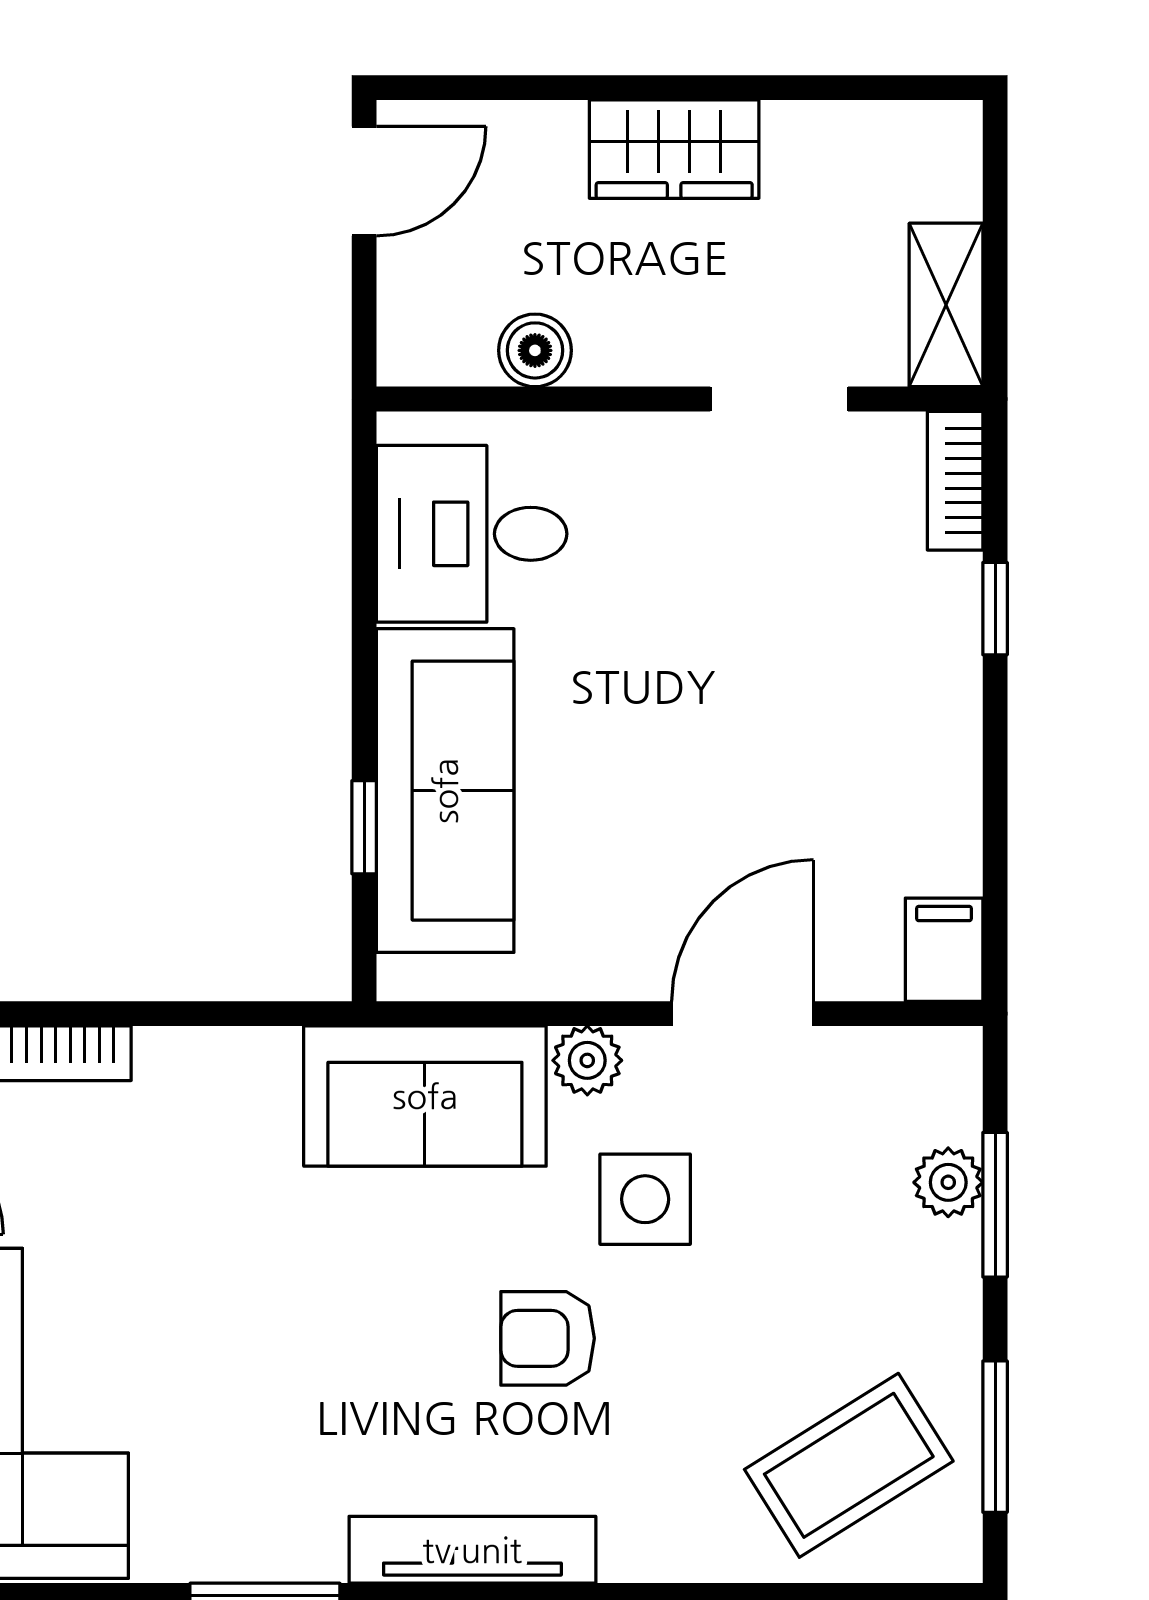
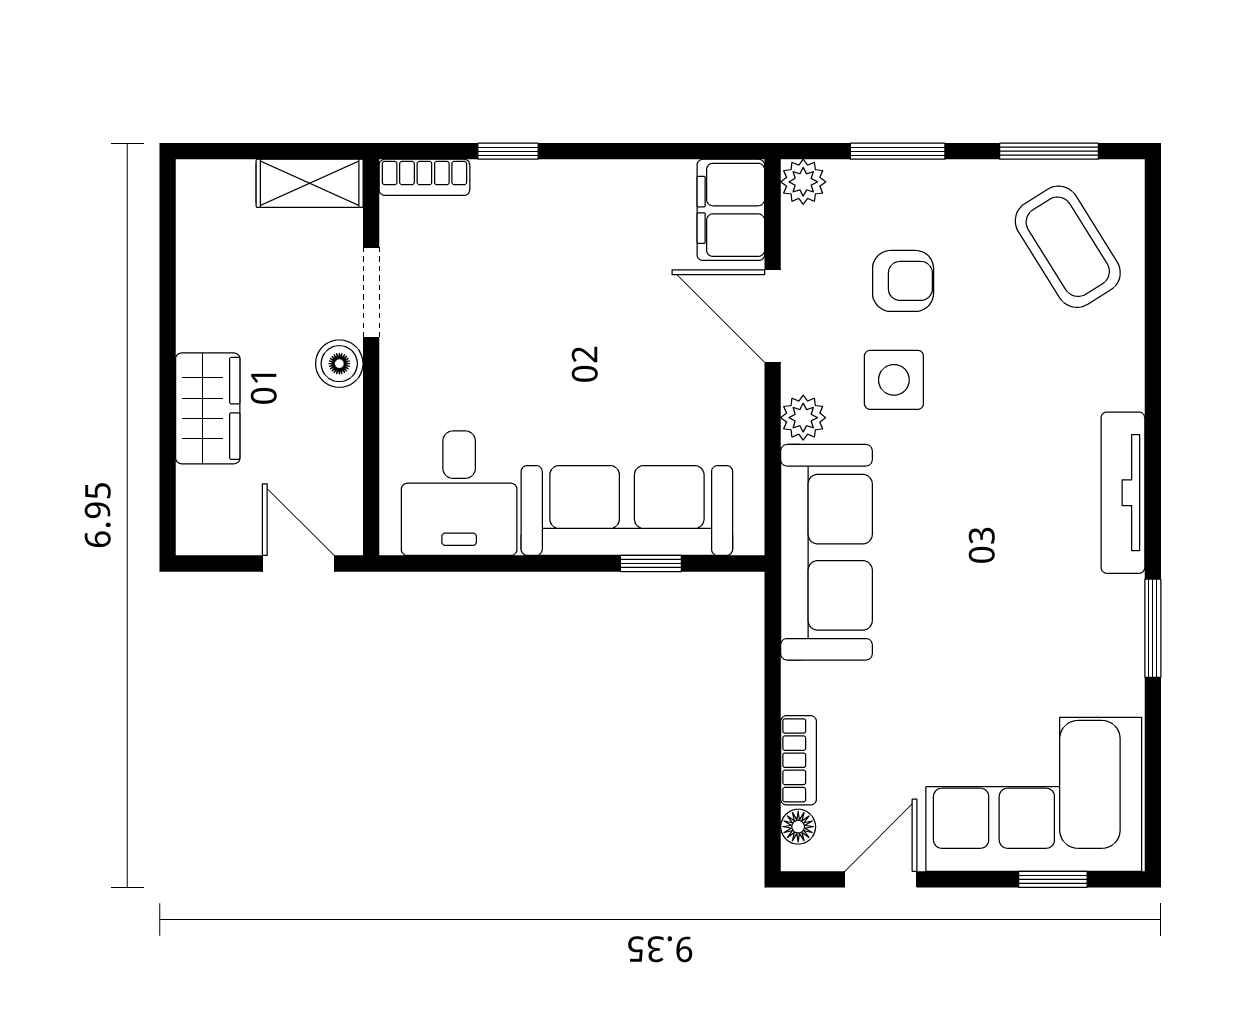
wardrobe: (674, 149) -> (208, 408), moved
door: (364, 181) -> (298, 563), moved
boiler: (535, 350) -> (339, 364), moved
filing cabinet: (944, 950) -> (731, 210), width x2.00
sofa: (425, 1096) -> (826, 552), width x1.36
plant: (948, 1182) -> (803, 182), moved
armchair: (548, 1338) -> (903, 281), moved, turned -90

